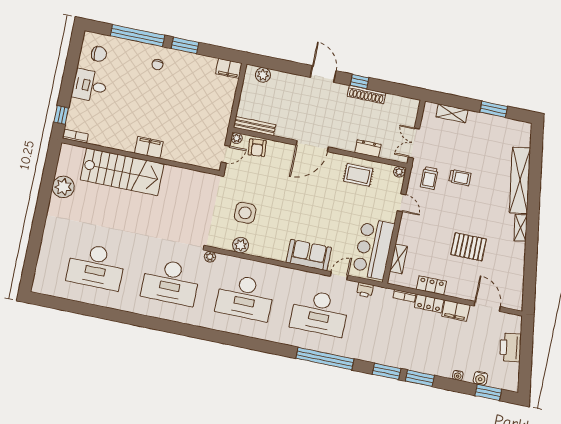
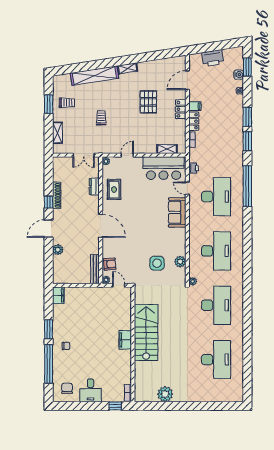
plant: (263, 75) -> (58, 250), moved
stairs: (122, 172) -> (146, 332), moved
trolley: (429, 178) -> (67, 103), moved
locker: (431, 285) -> (181, 109), moved
filing cabinet: (456, 311) -> (195, 106), width x0.50

